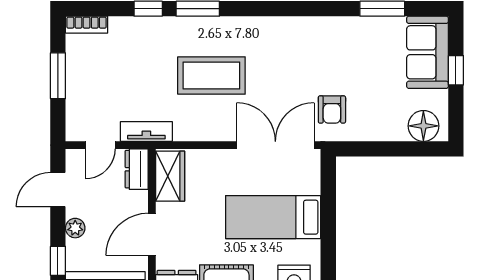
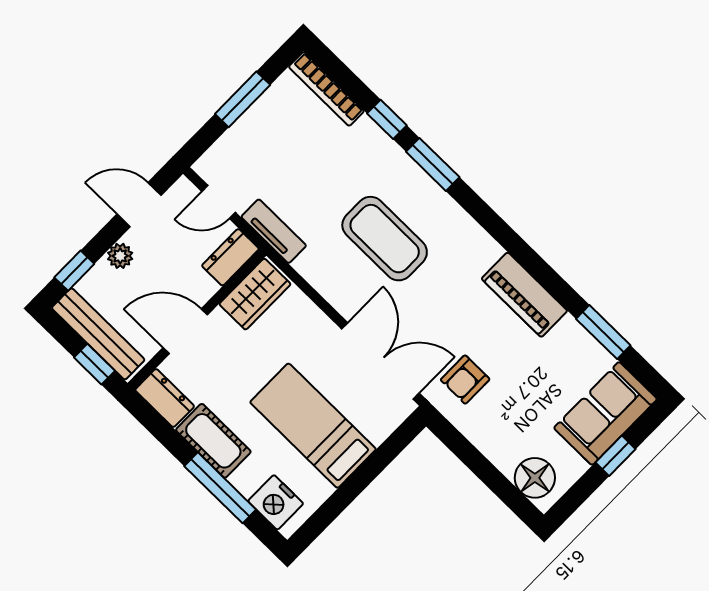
bookcase: (87, 25) -> (326, 89), width x1.56
piano: (319, 31) -> (524, 295), added

